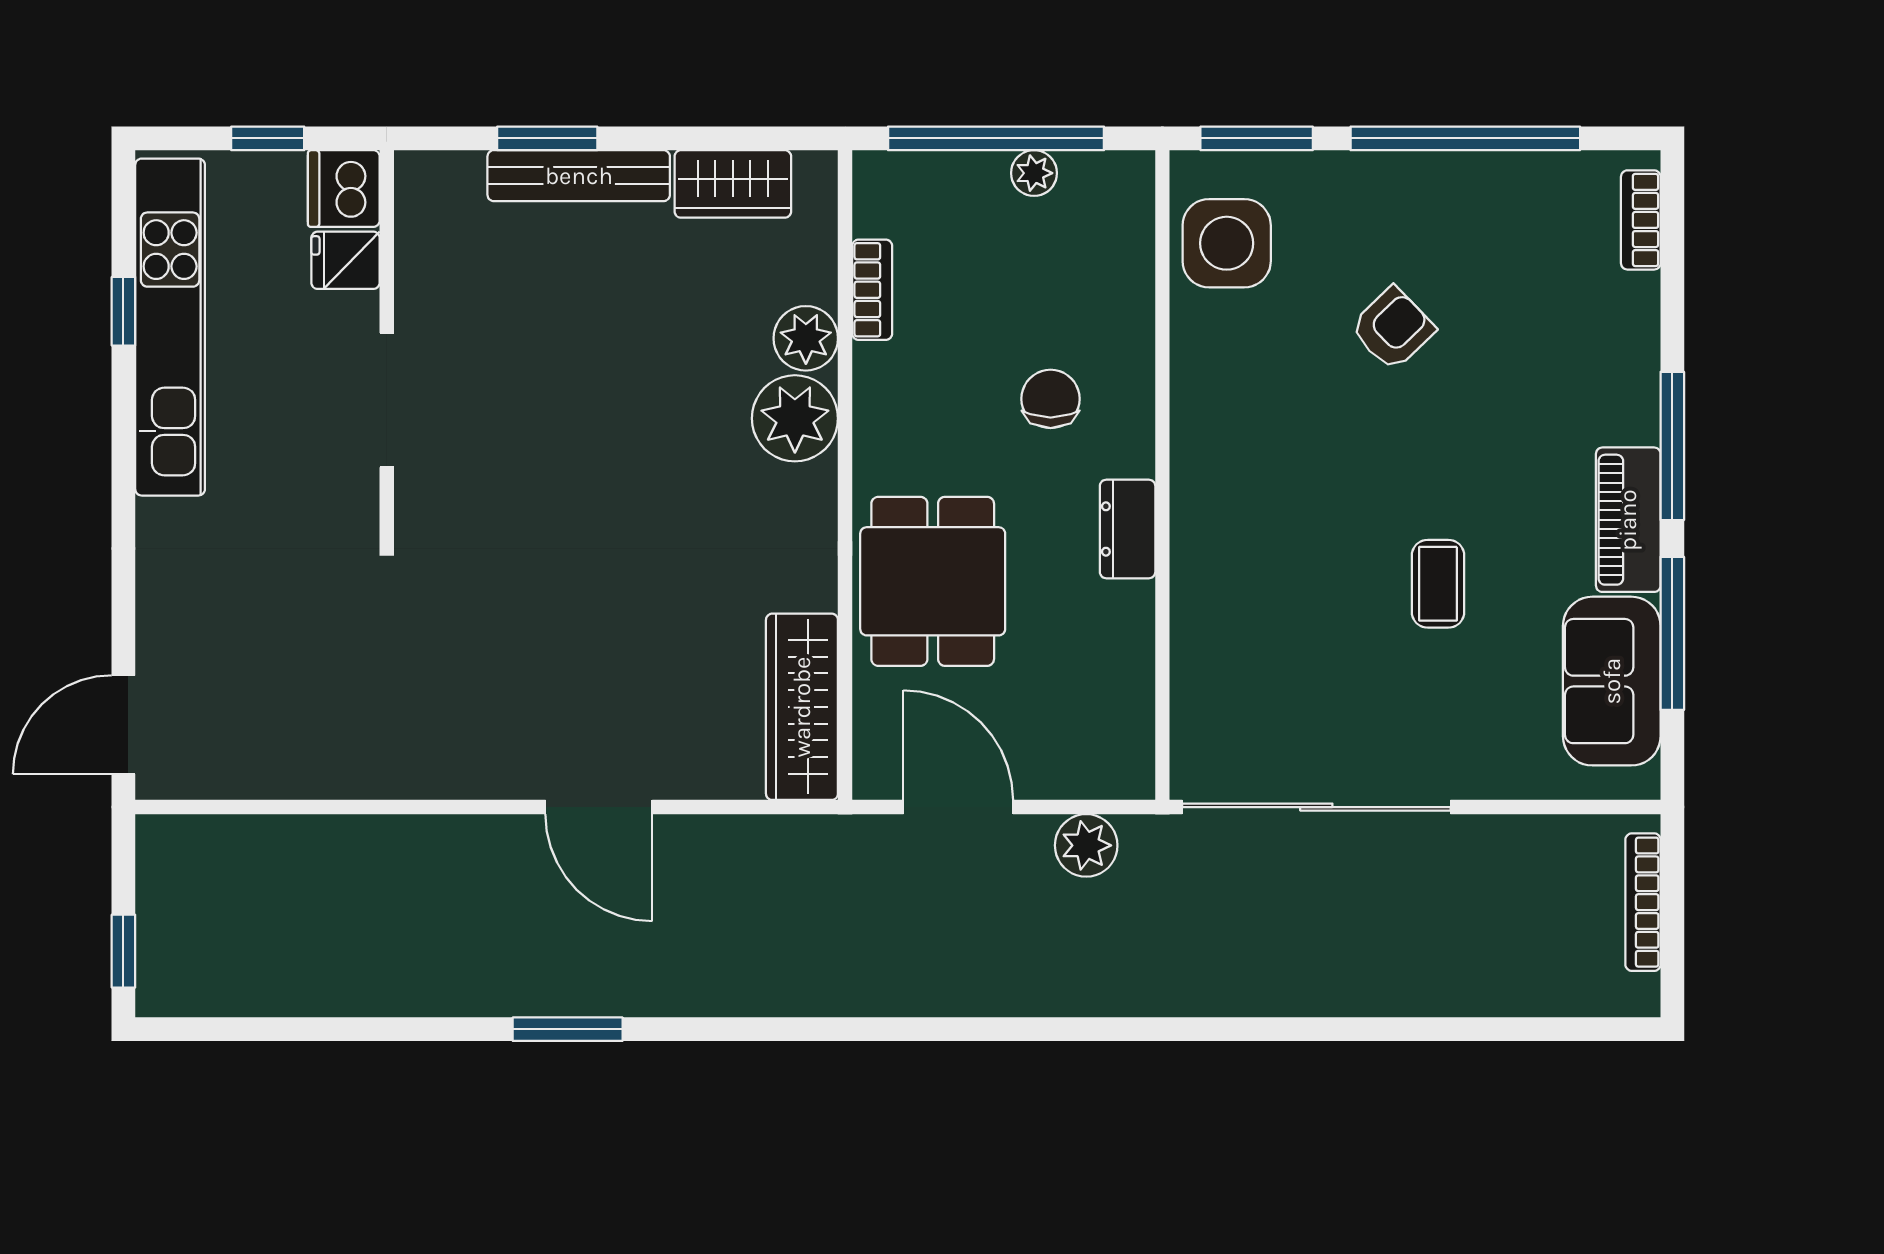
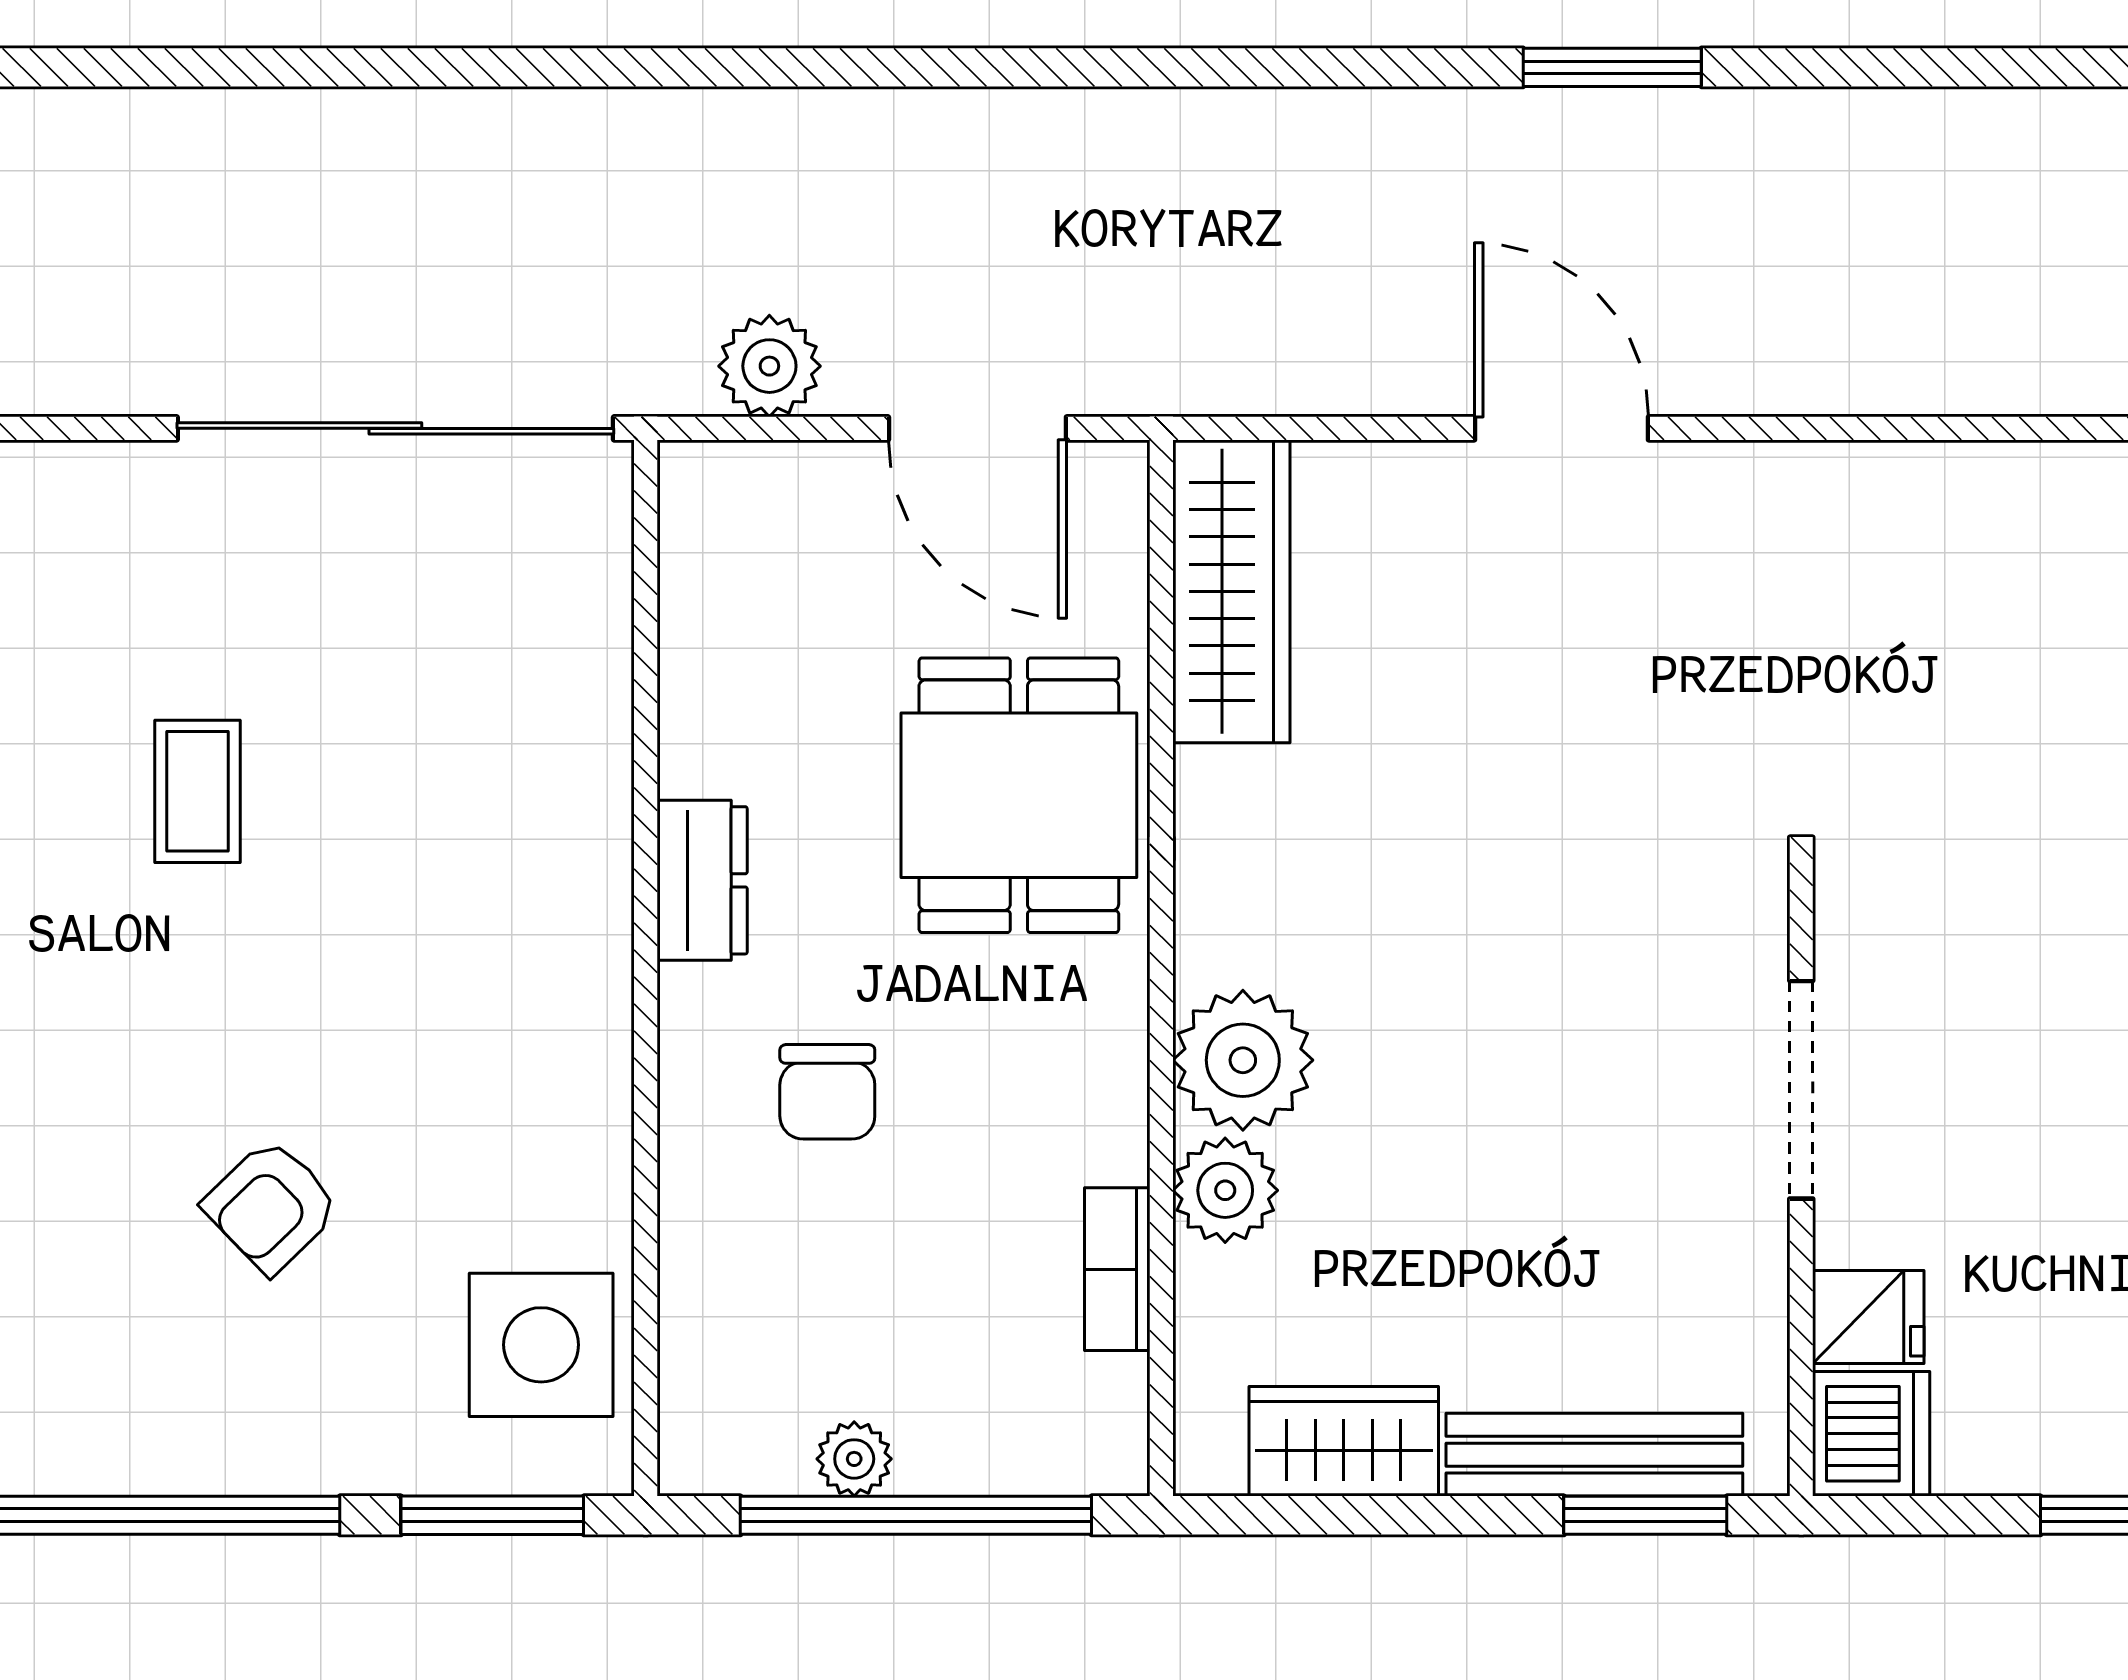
dishwasher: (344, 189) -> (1871, 1434), moved
fridge: (345, 260) -> (1868, 1317), moved
wall: (387, 346) -> (1801, 1178), moved
doorway: (387, 400) -> (1801, 1090), moved

